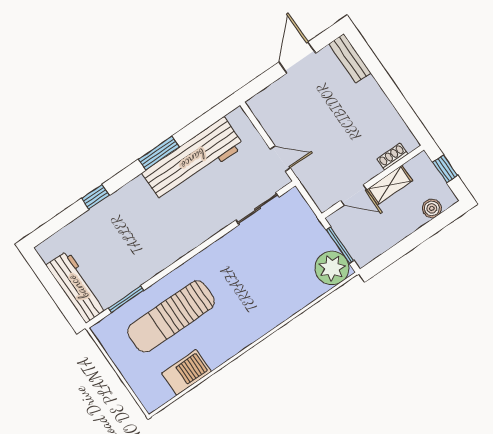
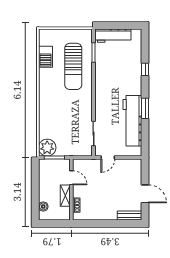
window: (445, 169) -> (56, 223), removed
door: (354, 195) -> (71, 178), swing flipped
sun lounger: (171, 317) -> (73, 66), turned 180

